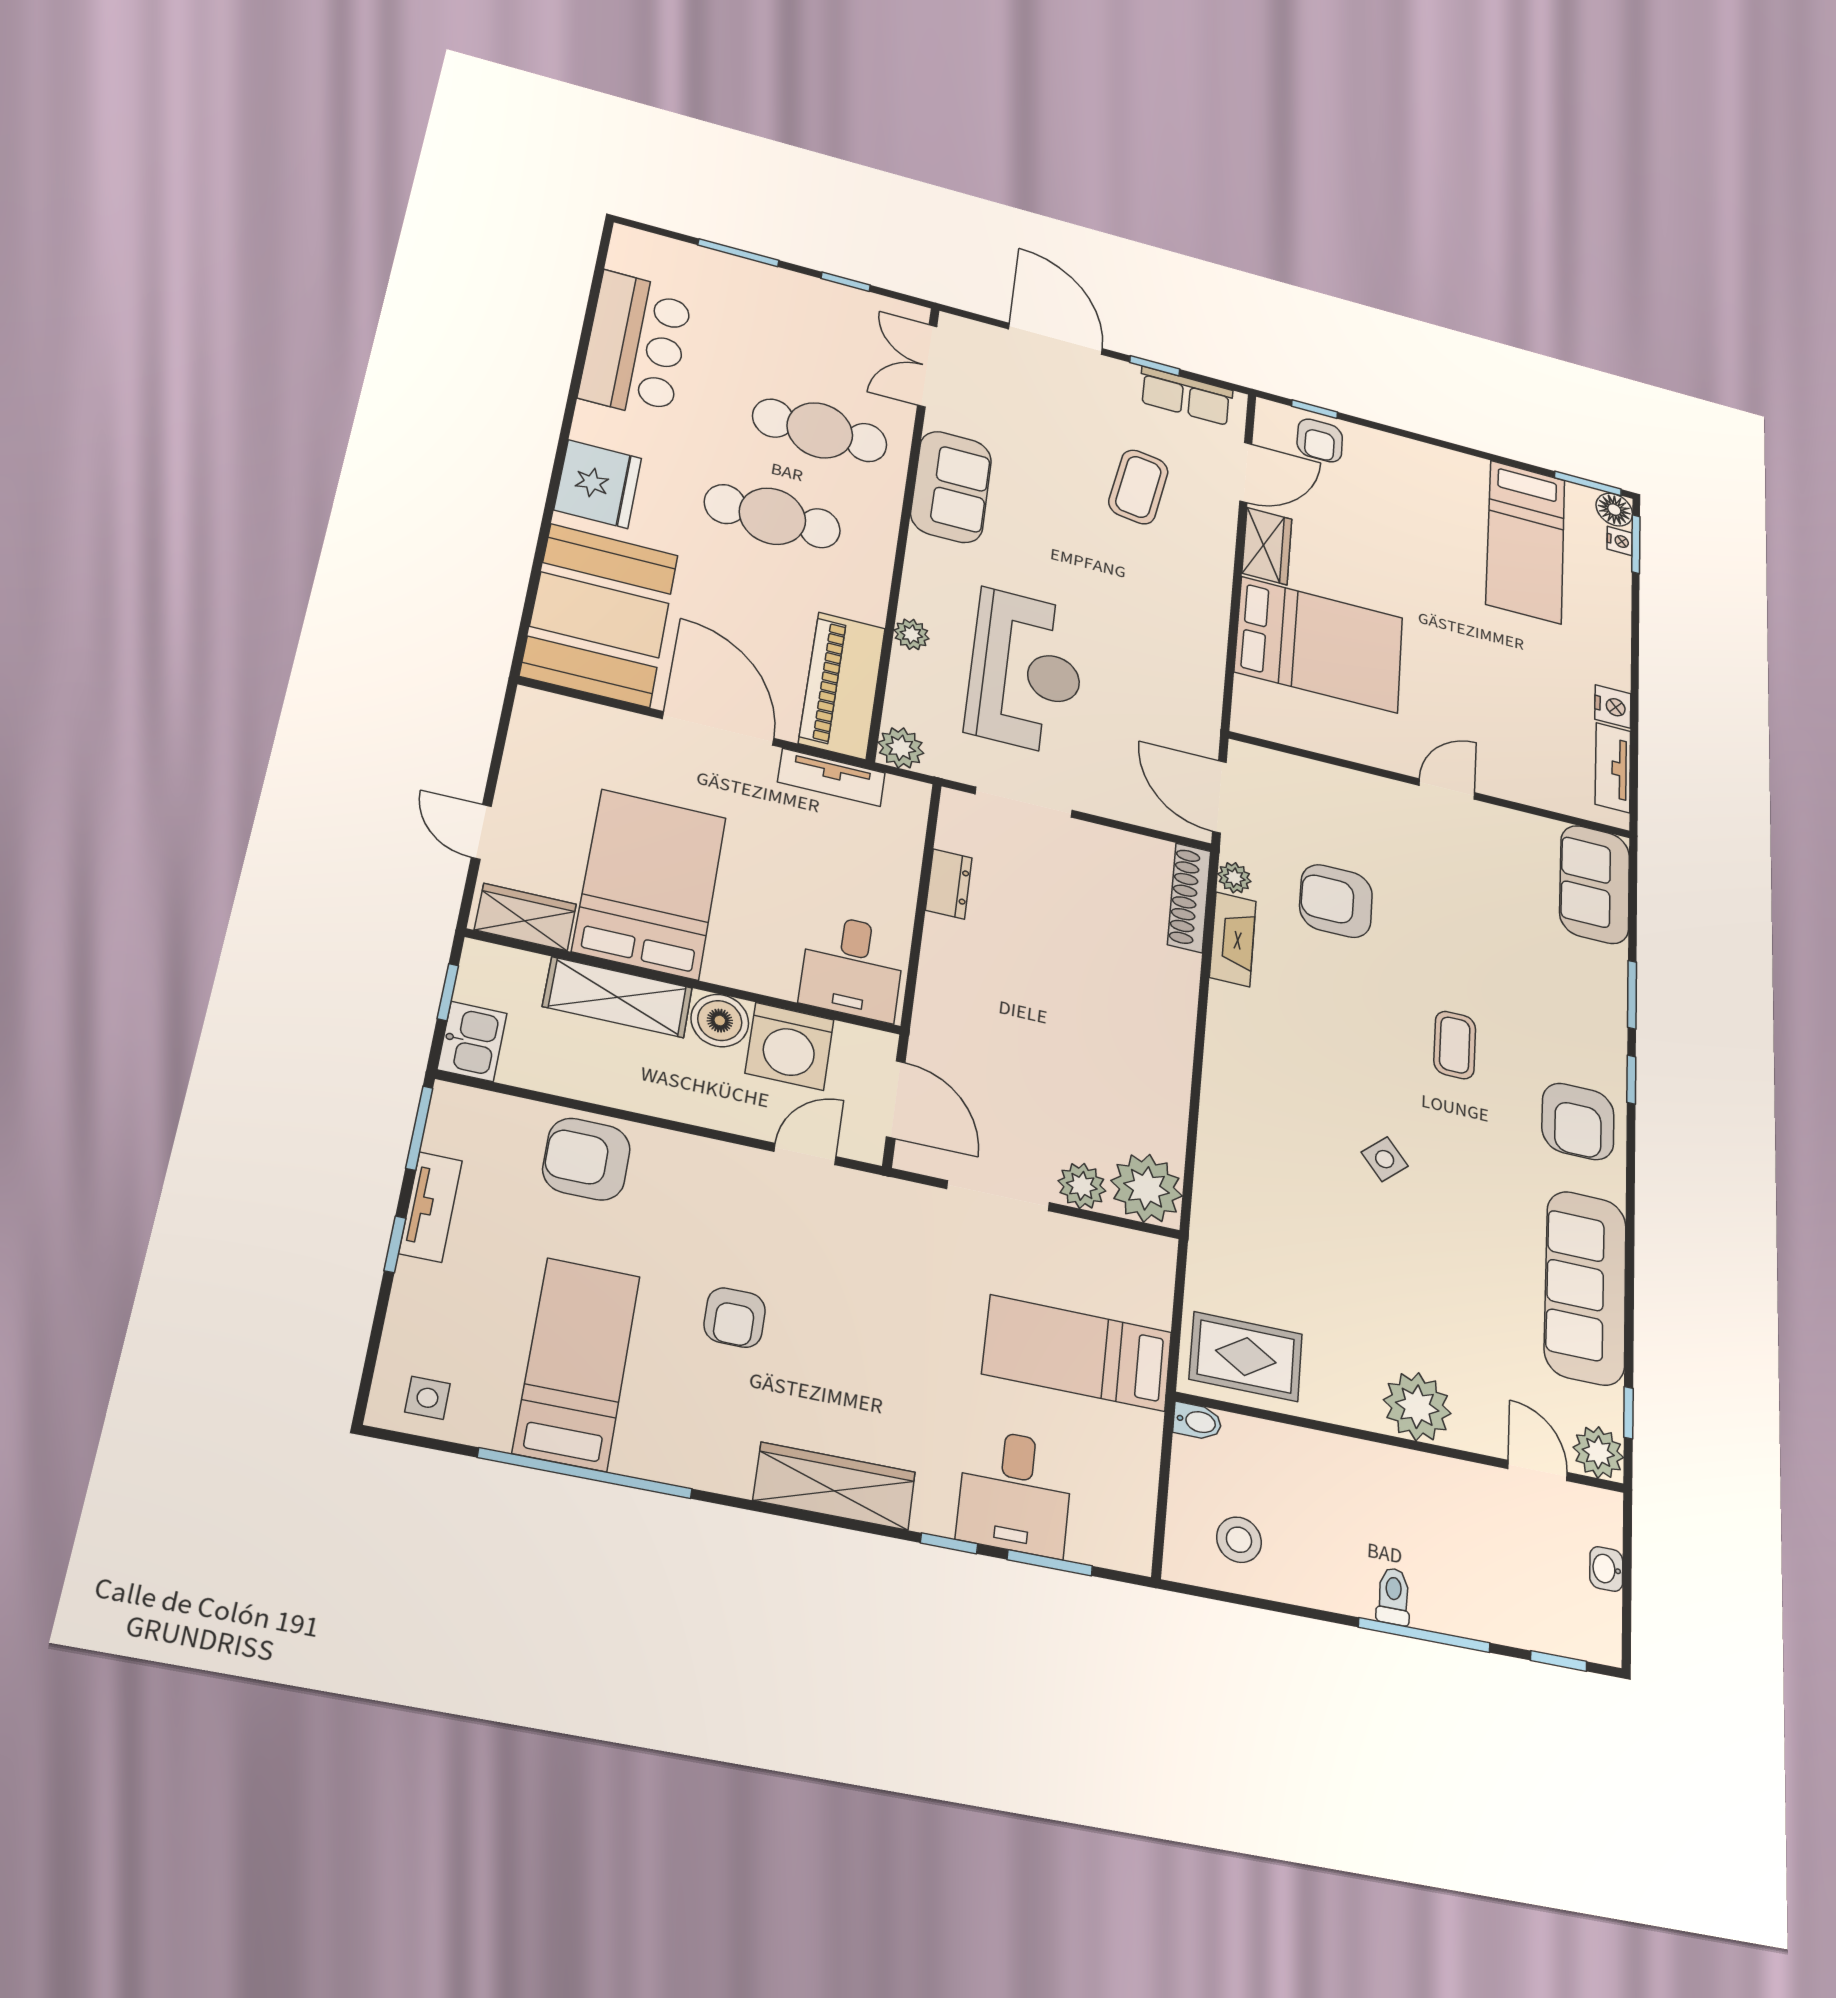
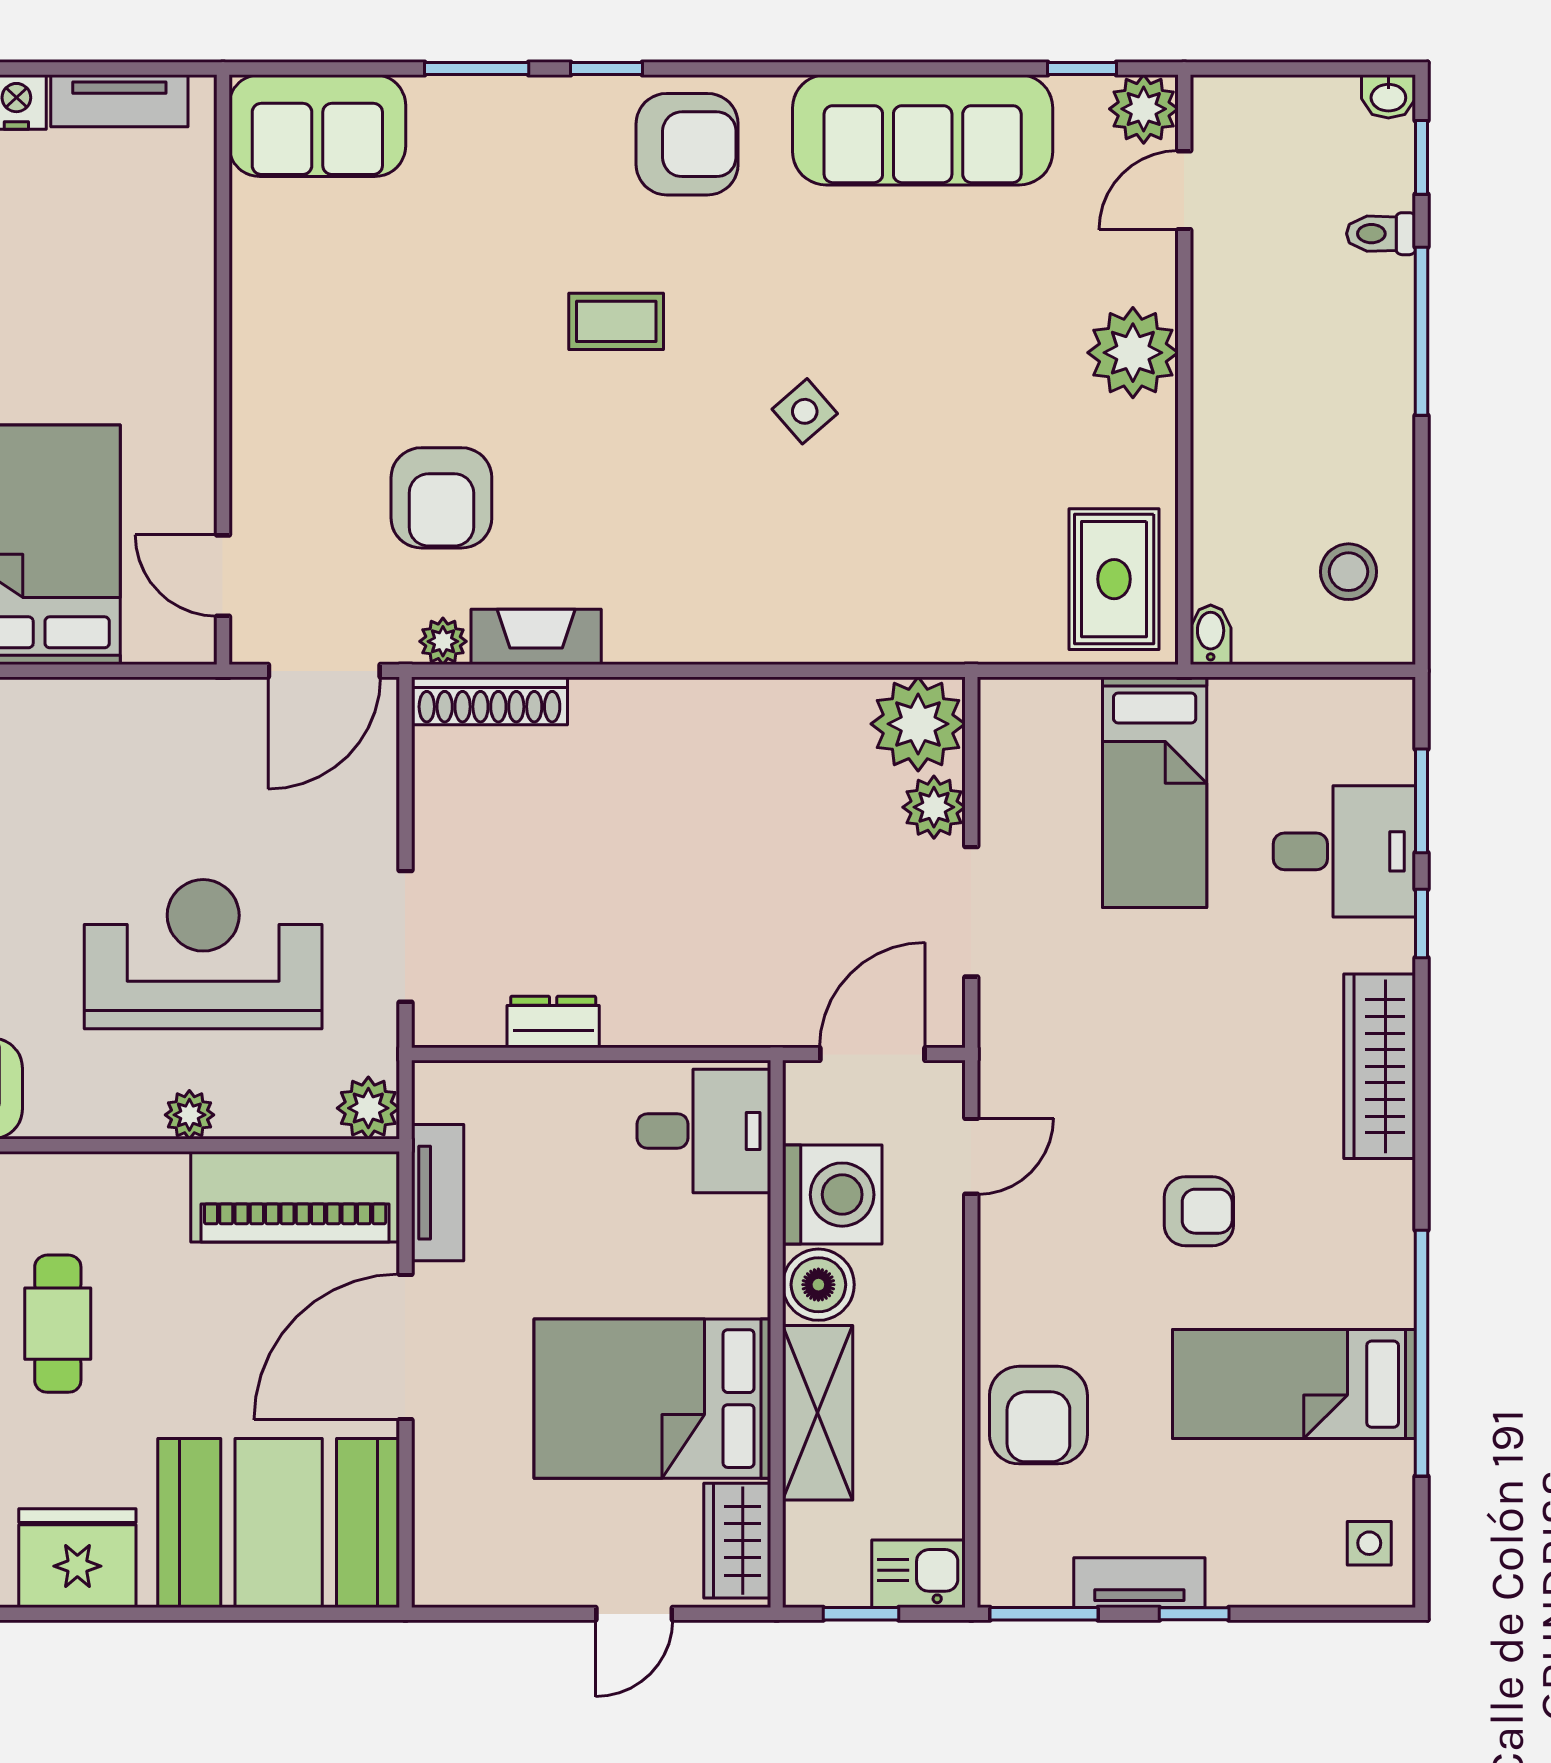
cafe table: (772, 516) -> (58, 1324), width x0.73, depth x0.74
door: (1447, 789) -> (223, 576), moved
door: (805, 1154) -> (971, 1156), swing flipped
washbasin: (1606, 1569) -> (1388, 96), moved
toilet: (1393, 1596) -> (1381, 234), moved

